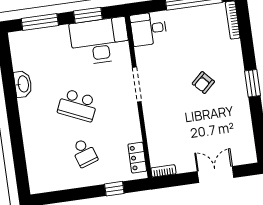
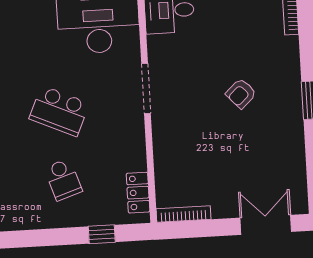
bookcase: (163, 171) -> (184, 214), width x1.56
double door: (216, 174) -> (266, 225), moved

